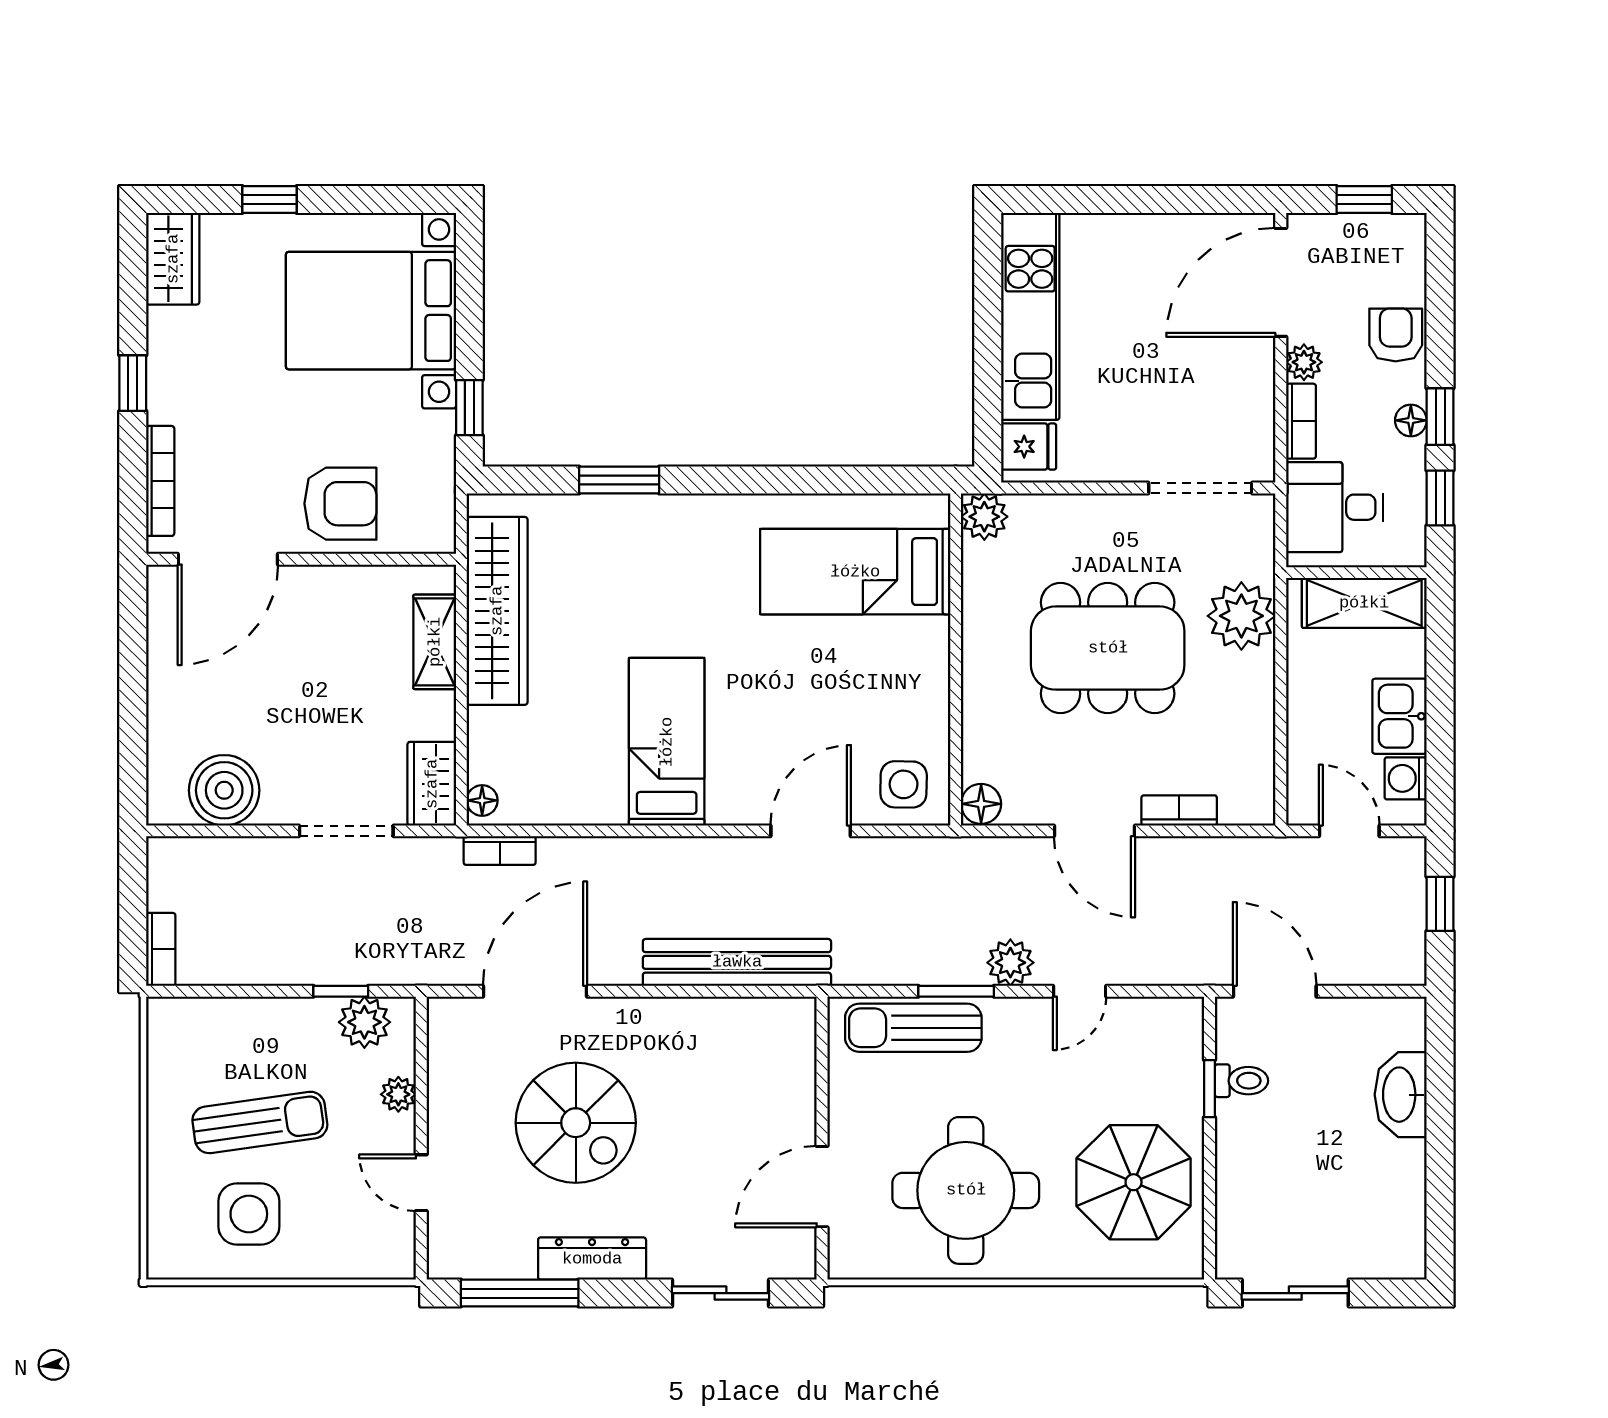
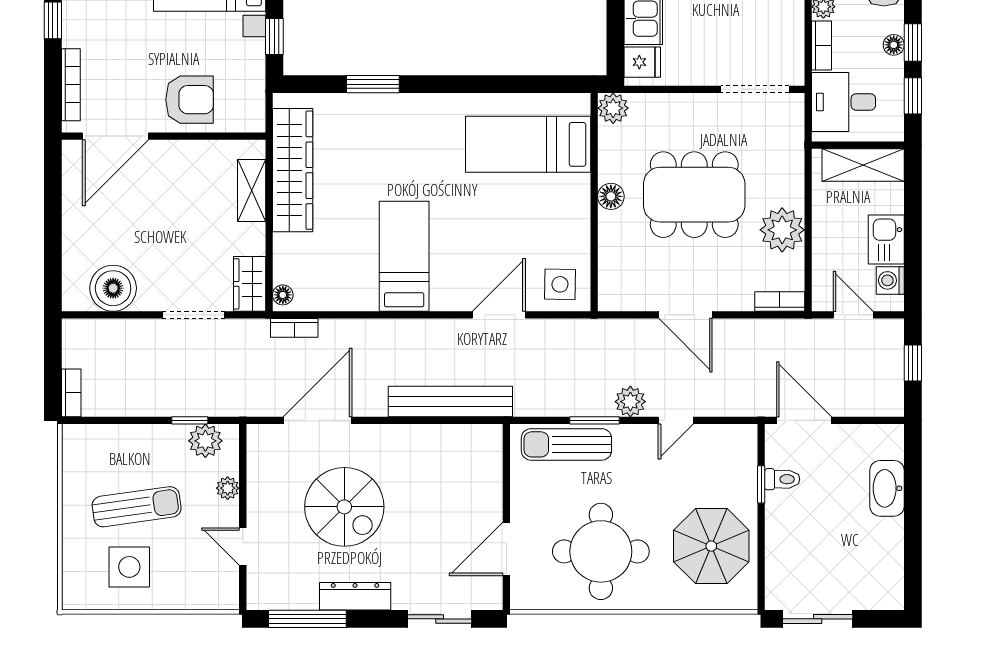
plant: (1241, 616) -> (782, 230), moved
floor lamp: (981, 804) -> (611, 196), moved
bookcase: (1179, 810) -> (780, 301), moved

